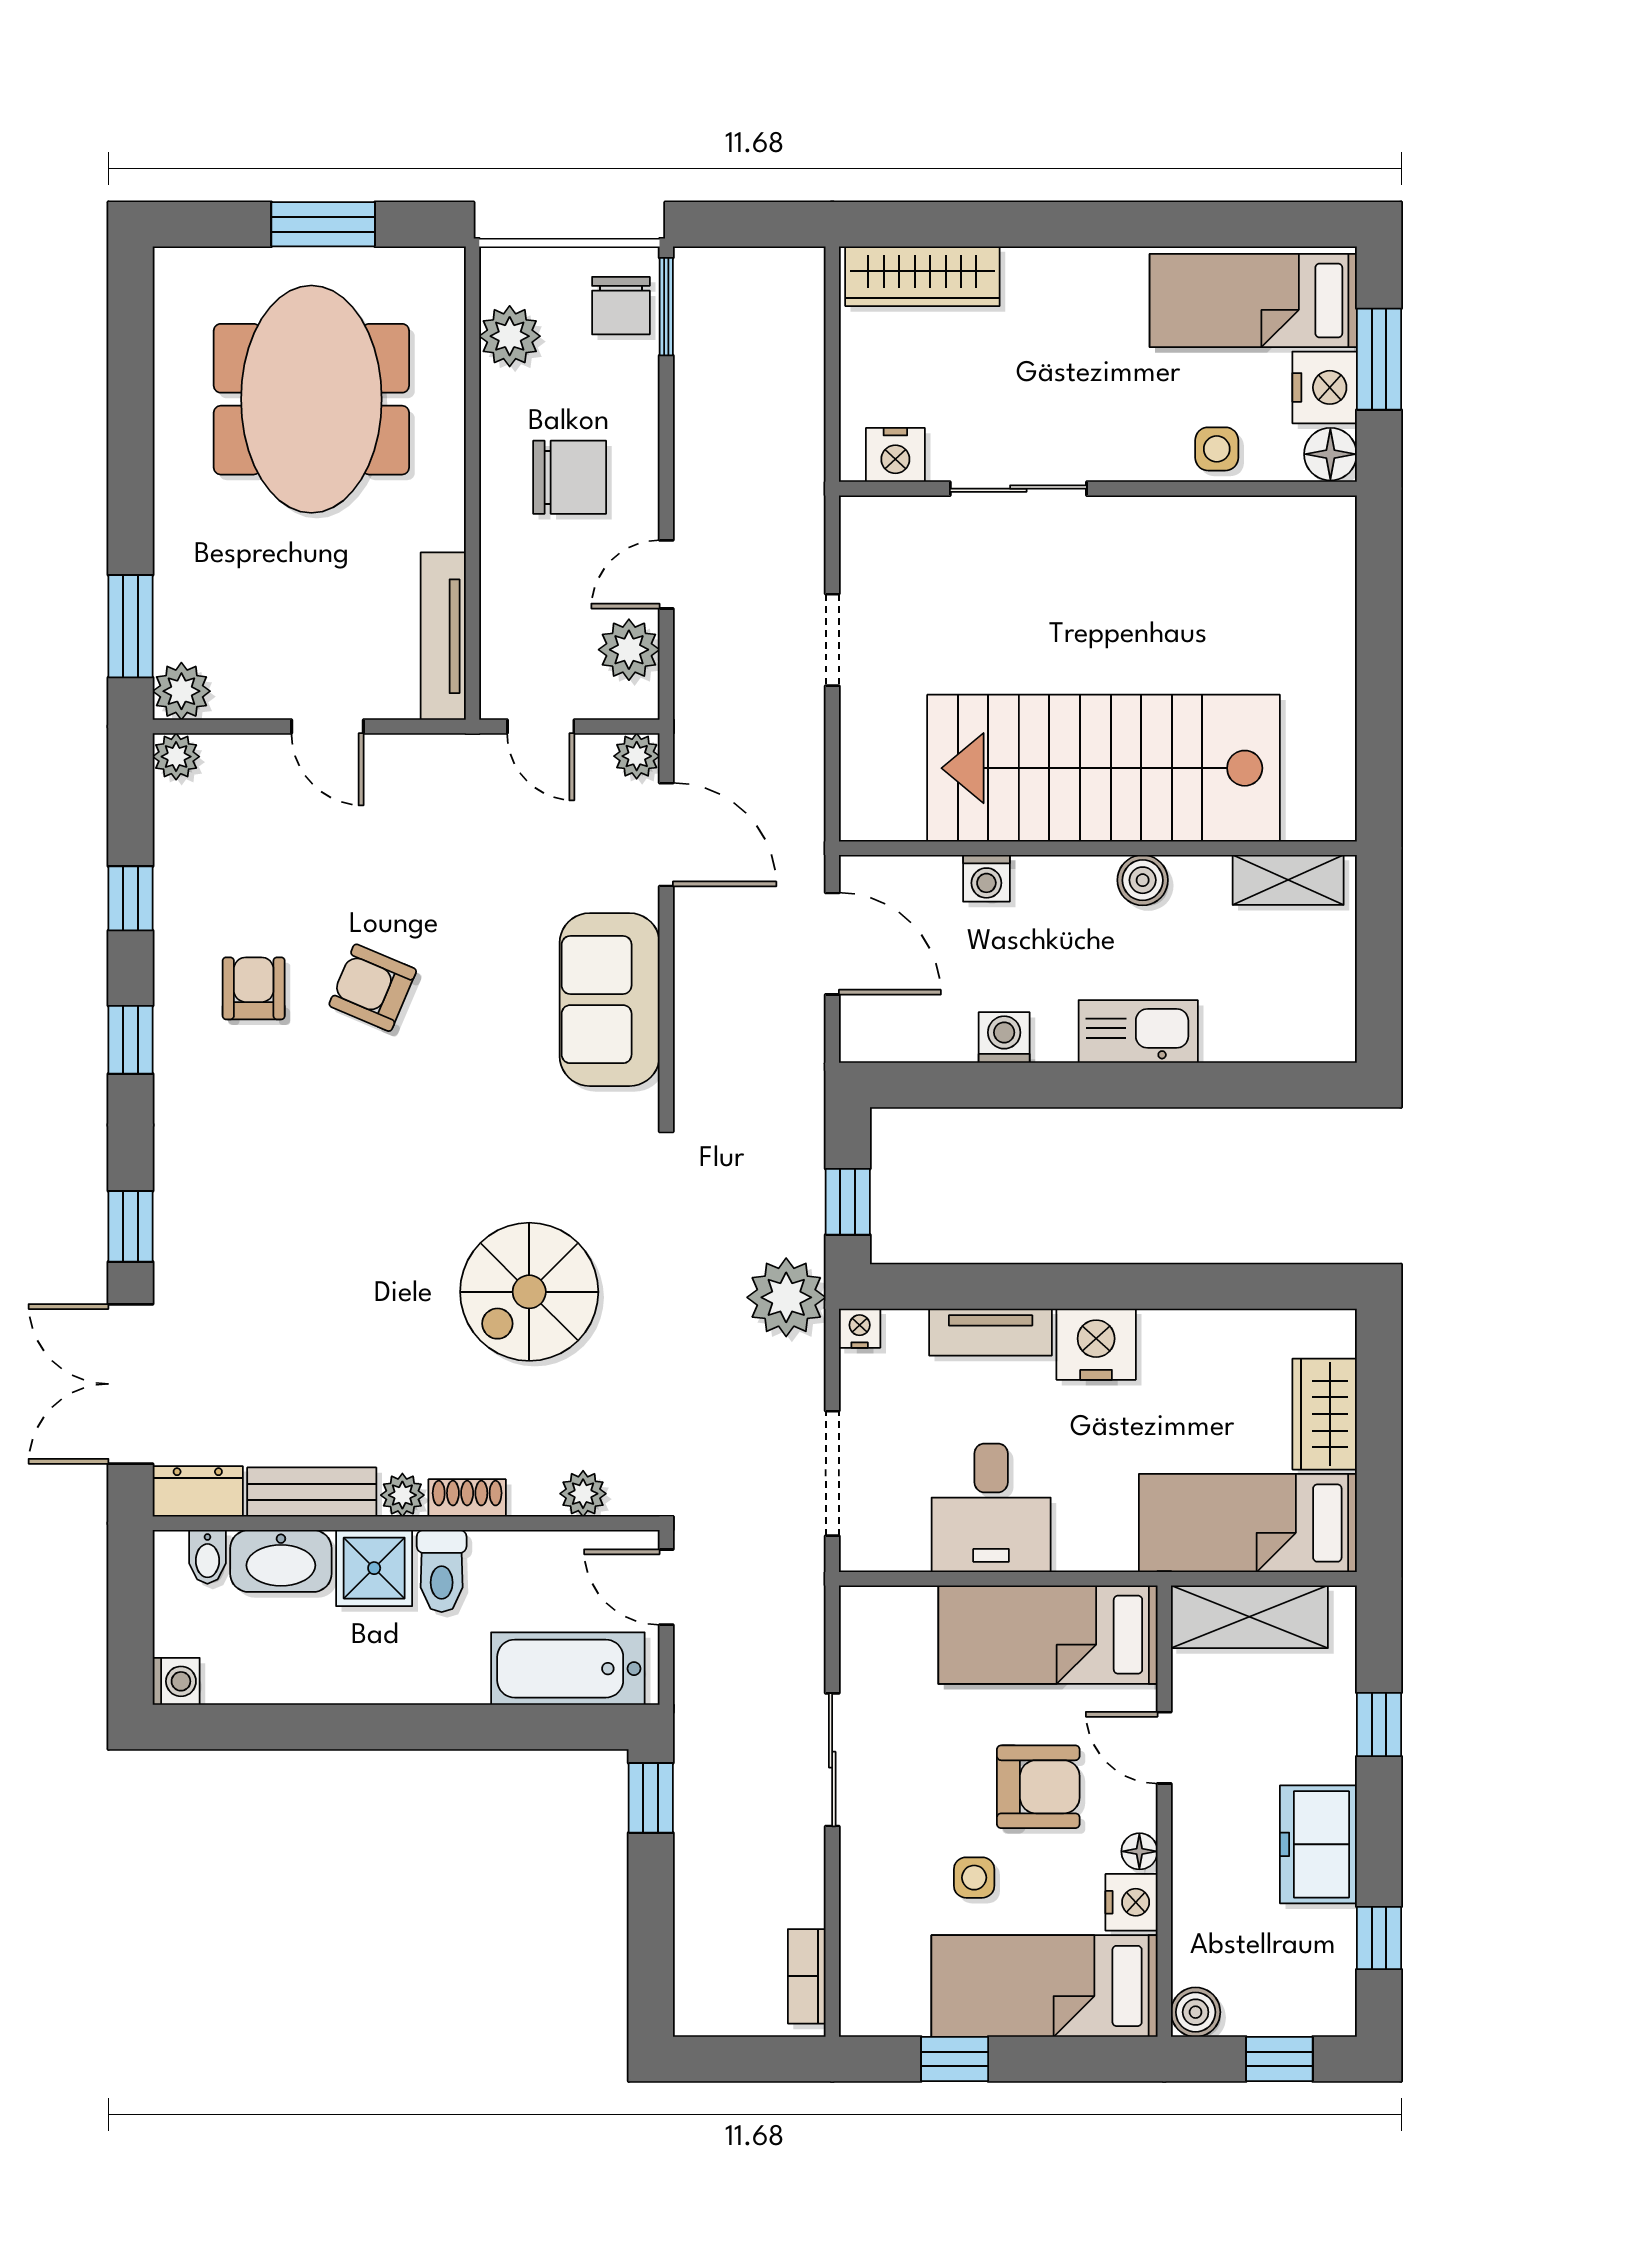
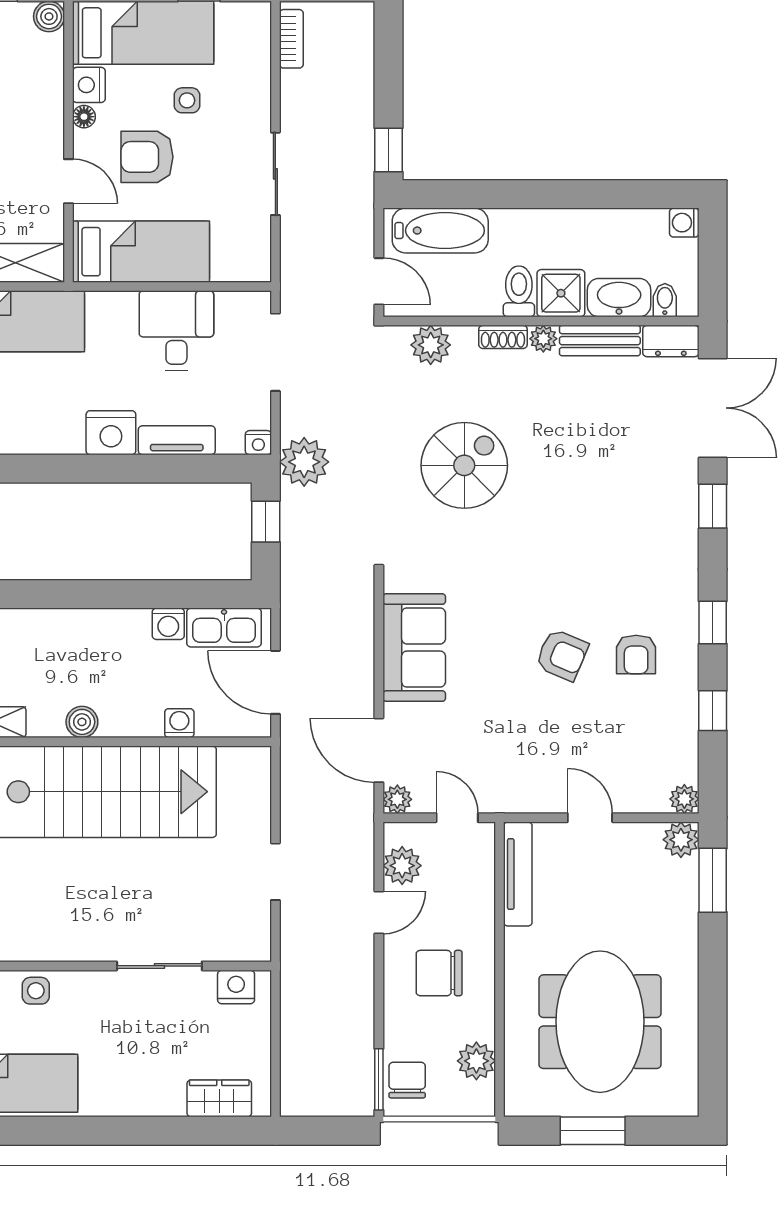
wardrobe: (922, 276) -> (219, 1098), width x0.67
kitchen sink: (1138, 1032) -> (224, 628), moved
plant: (583, 1494) -> (431, 345), width x1.38, depth x1.38

